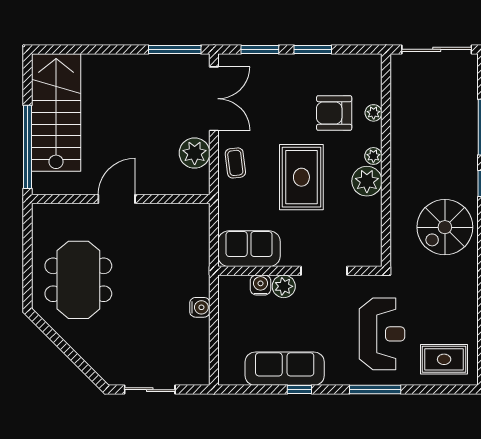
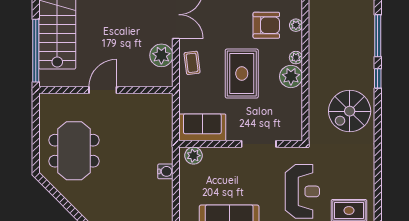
armchair: (334, 113) -> (266, 25), turned 180
water cooler: (261, 285) -> (211, 155), removed
plant: (284, 286) -> (194, 156), moved

